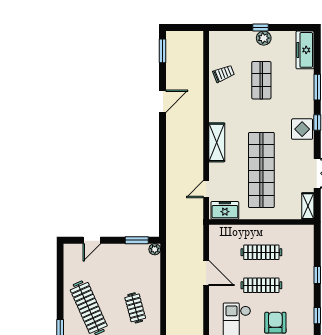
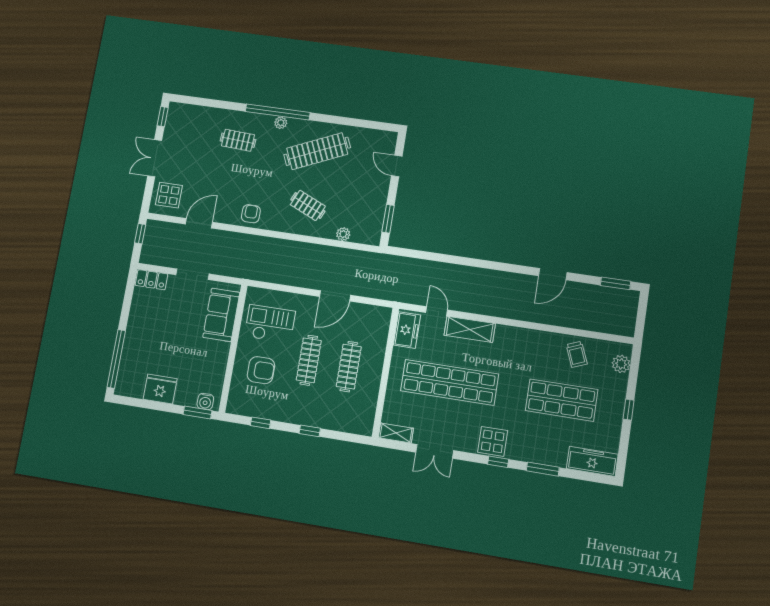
plant: (264, 38) -> (621, 364), moved
shop shelf: (261, 80) -> (562, 400), width x1.43, depth x1.36
door: (162, 101) -> (553, 274), hinge flipped
shelving: (217, 142) -> (470, 329), moved
plant: (155, 249) -> (343, 234), moved
clothes rail: (135, 308) -> (308, 205), turned 39

